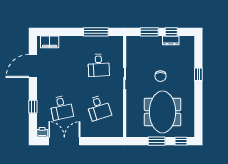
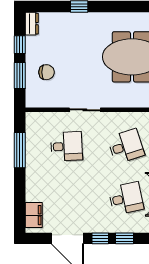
dresser: (171, 40) -> (32, 24), moved
chair: (160, 76) -> (46, 72), moved
window: (33, 89) -> (100, 238), added

